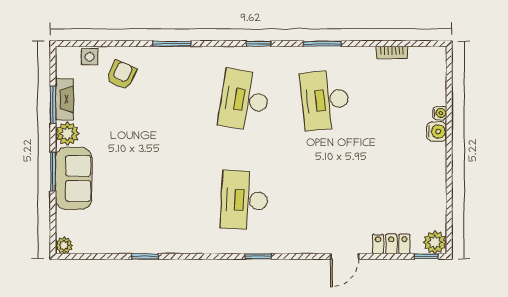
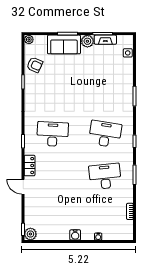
armchair: (121, 75) -> (35, 65), moved
water cooler: (437, 132) -> (75, 235), moved
locker: (391, 244) -> (30, 166), moved

